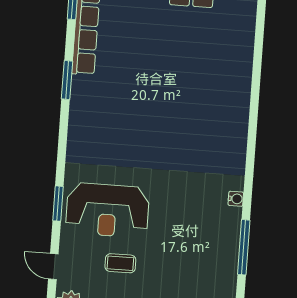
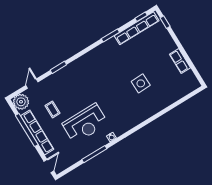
side table: (182, 87) -> (141, 83), added
reception desk: (107, 210) -> (85, 124), moved, turned -90

